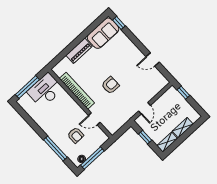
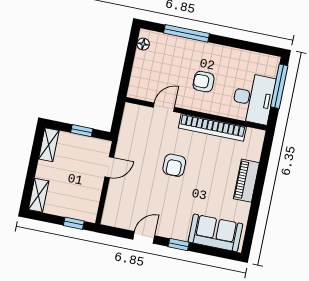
window: (119, 23) -> (179, 245), moved
sofa: (103, 33) -> (215, 233), moved, turned 90
door: (144, 108) -> (109, 167), swing flipped
shelving: (183, 128) -> (39, 195), moved
armchair: (76, 135) -> (204, 82), moved
window: (92, 158) -> (130, 55), removed

